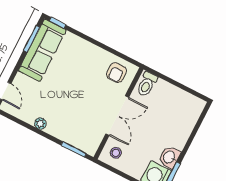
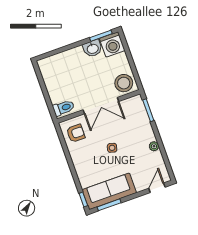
side table: (74, 89) -> (112, 148), added
double door: (117, 116) -> (101, 106), swing flipped
stool: (116, 153) -> (124, 83), width x1.89, depth x1.89

